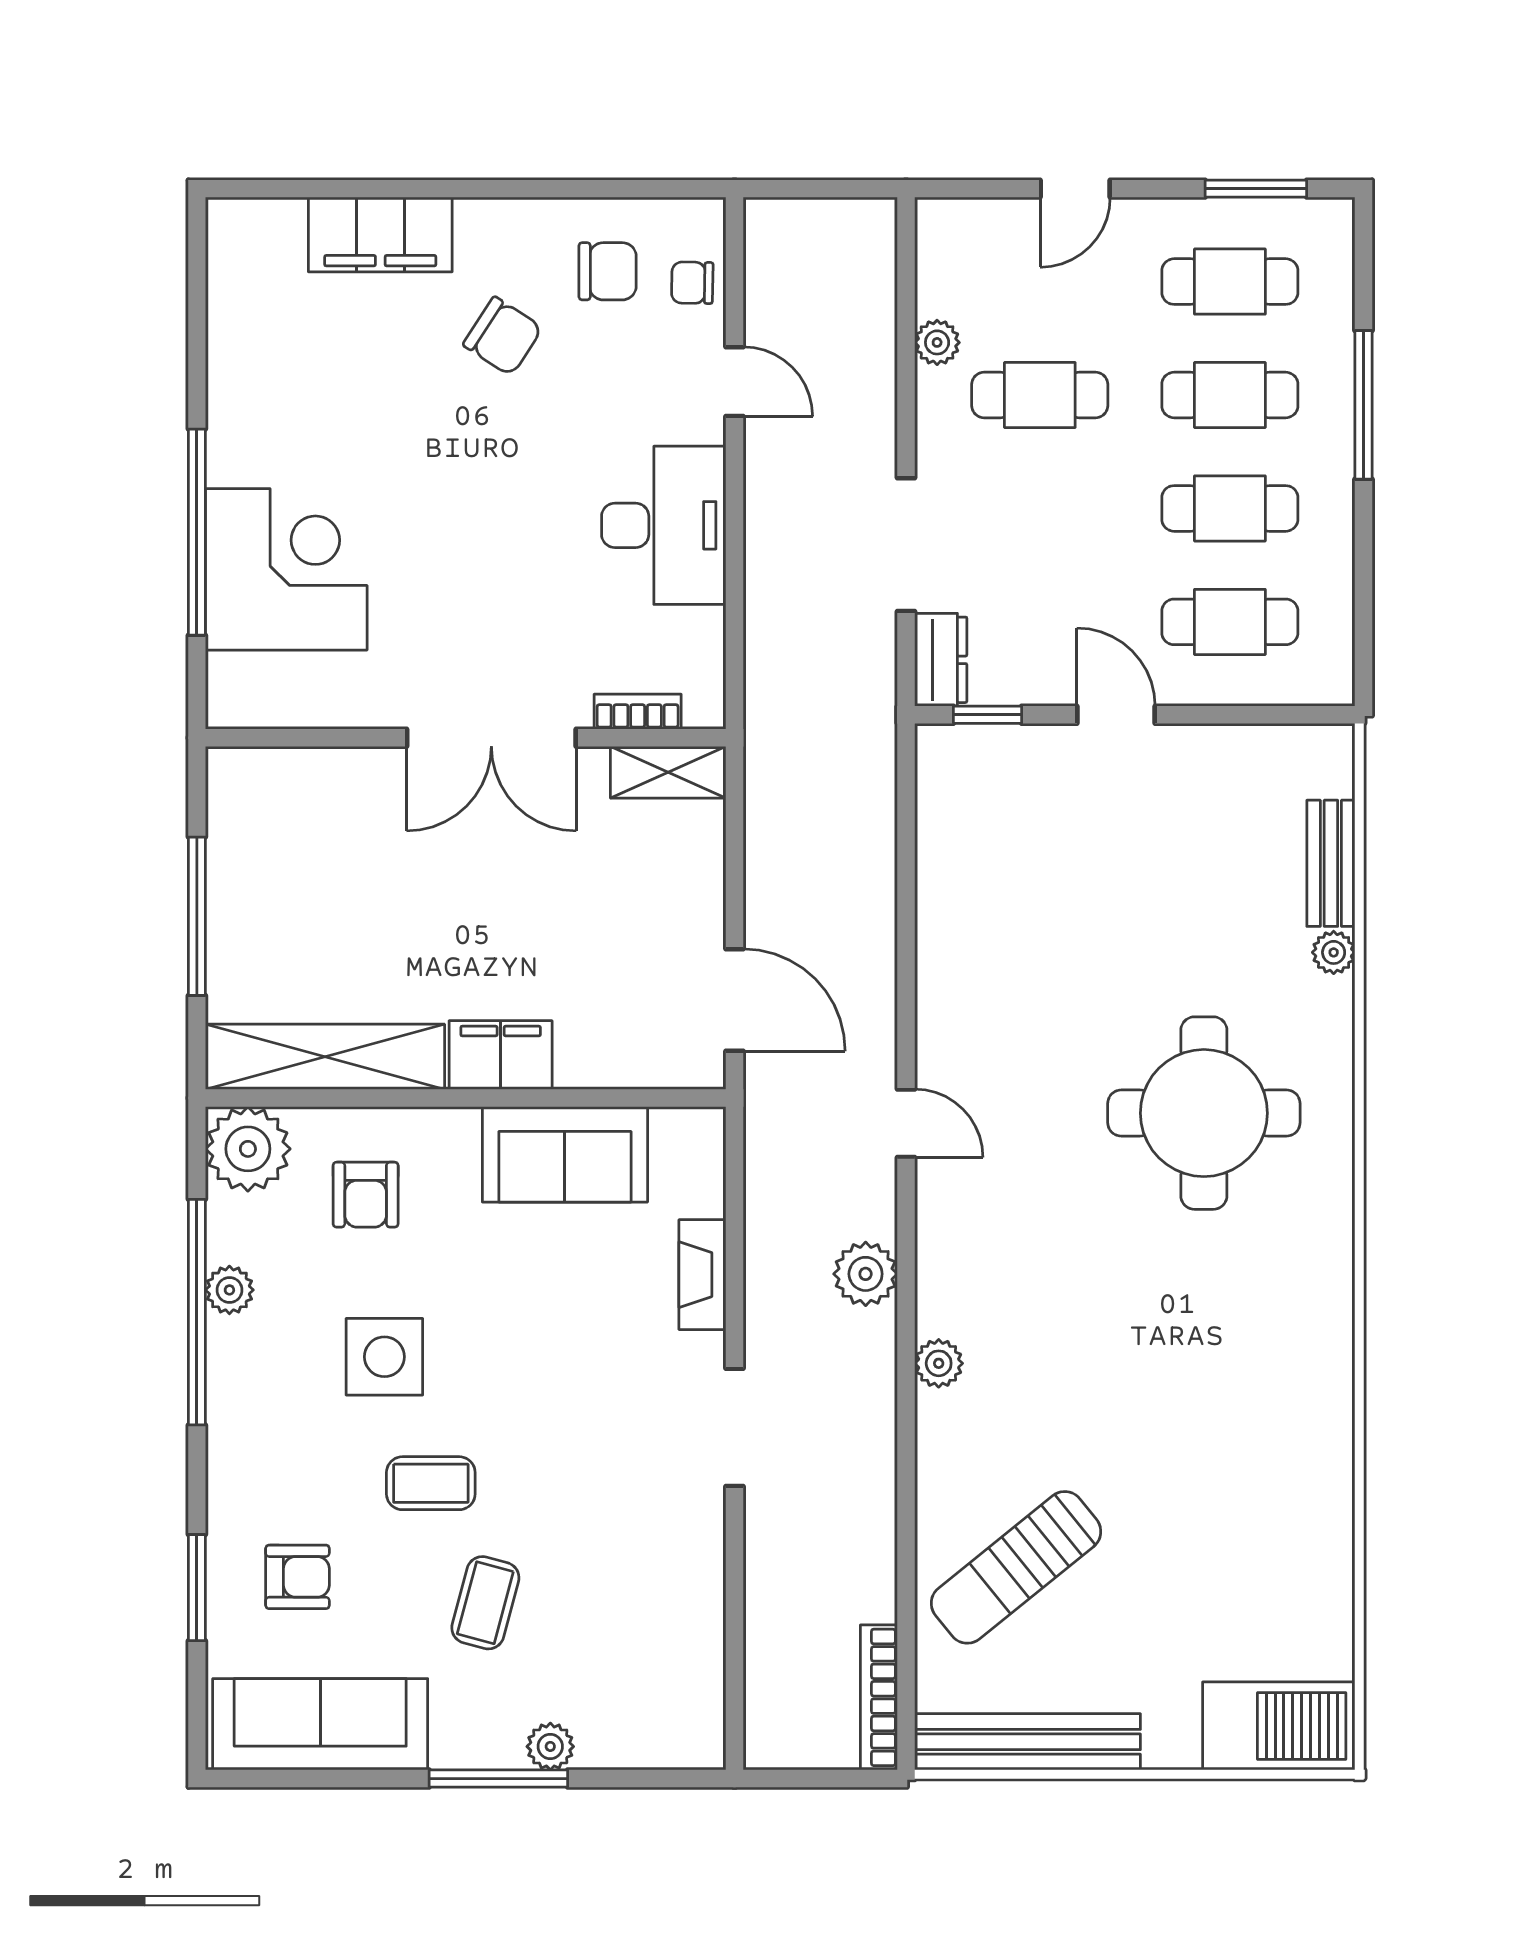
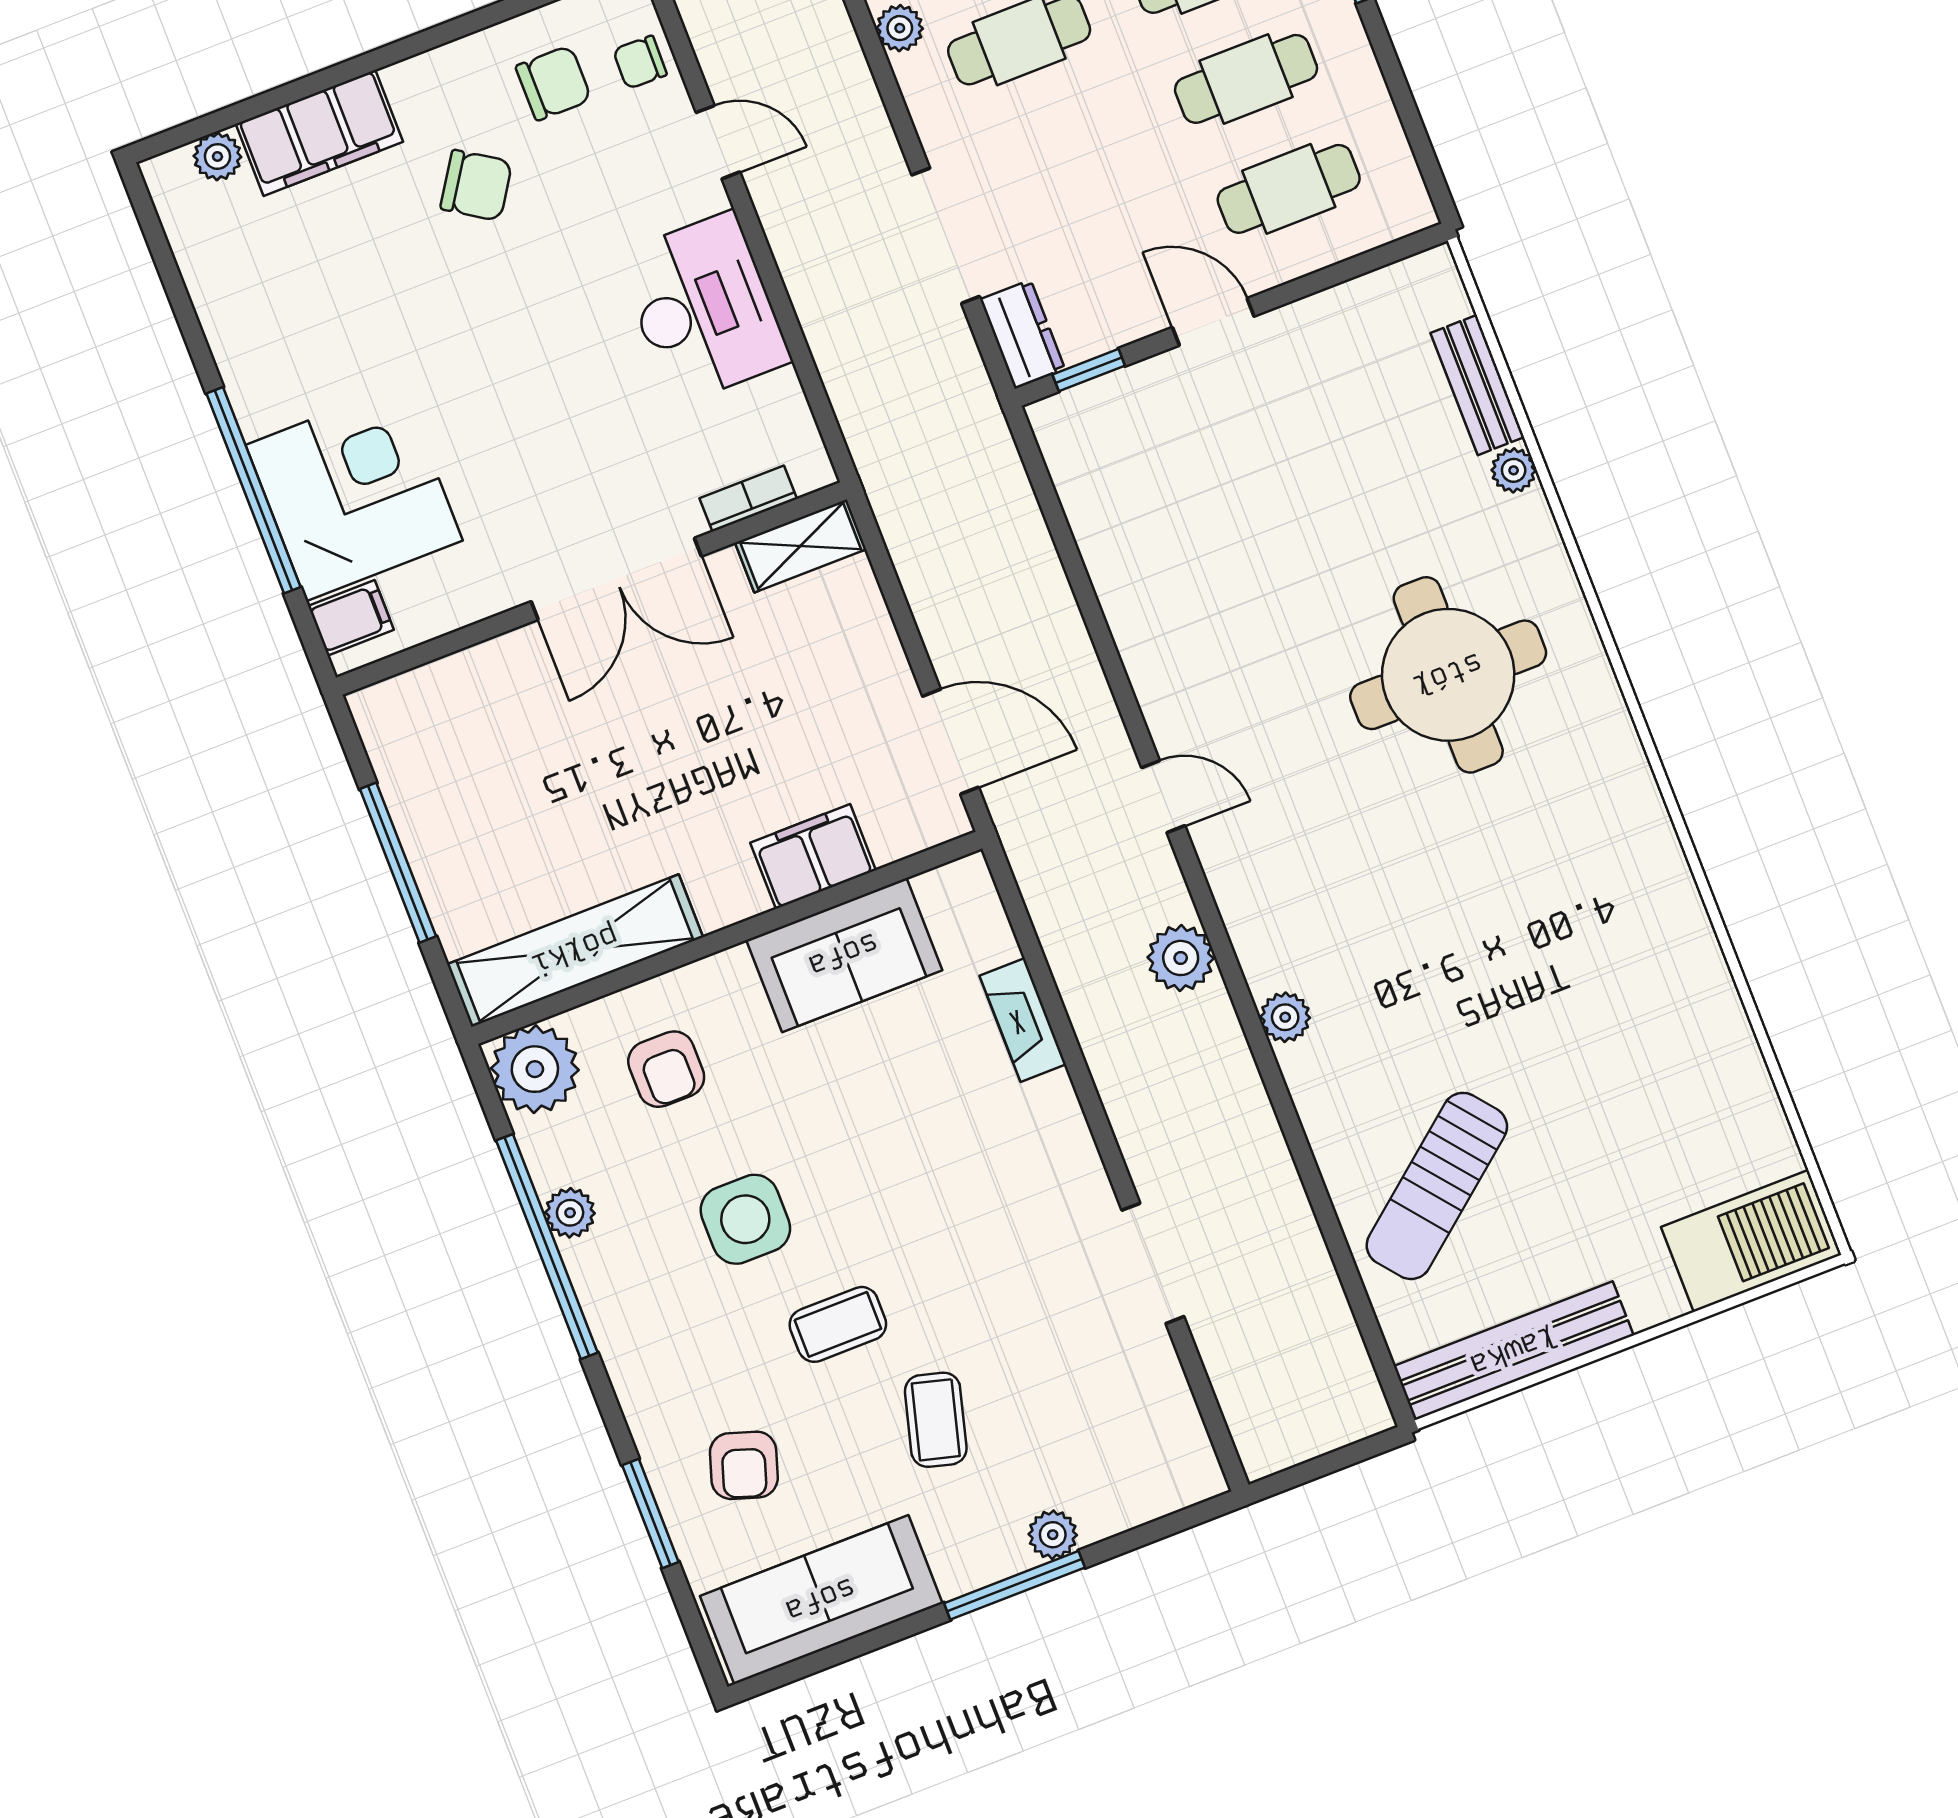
plant: (281, 220) -> (217, 156), added
filing cabinet: (240, 680) -> (351, 618), added
filing cabinet: (501, 1055) -> (813, 856), moved
doorway: (734, 1427) -> (1153, 1263), moved
armchair: (297, 1577) -> (744, 1465), turned 108
bookcase: (879, 1697) -> (1353, 1364), removed

